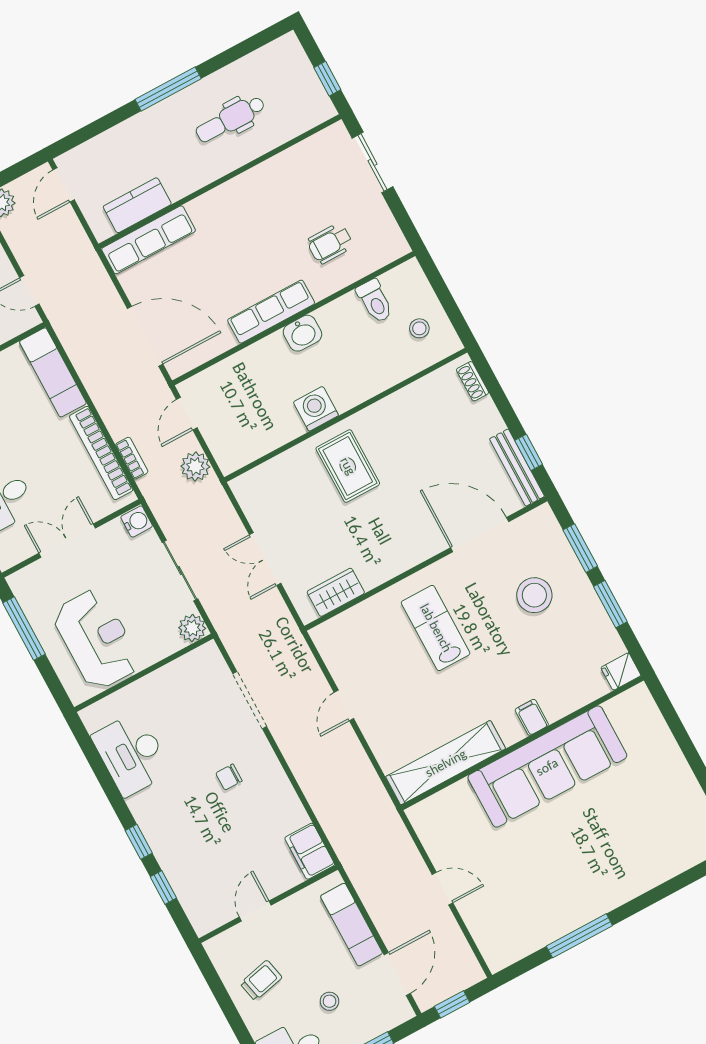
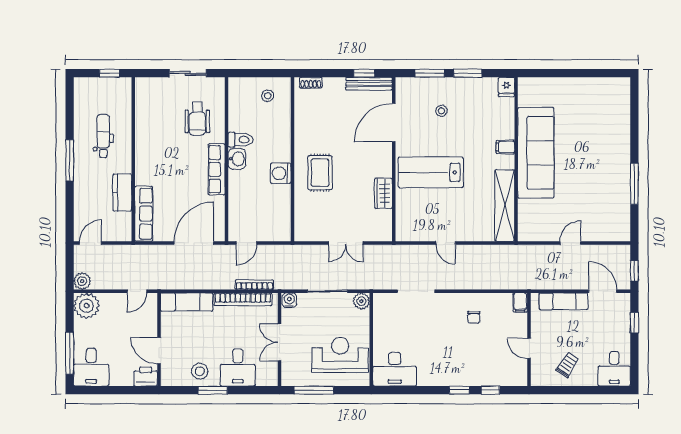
dental chair: (230, 119) -> (103, 136), turned 180
sliding door: (373, 162) -> (188, 73), moved
door: (64, 185) -> (90, 243), swing flipped
kitchen counter: (137, 205) -> (122, 192), moved
wheelchair: (330, 243) -> (197, 119), width x1.36, depth x1.37
toilet: (375, 301) -> (241, 140), moved
door: (187, 414) -> (246, 243), hinge flipped
bookcase: (132, 458) -> (254, 285), width x1.56
plant: (195, 466) -> (277, 253), removed
rug: (348, 466) -> (320, 173), turned 90
wardrobe: (336, 592) -> (383, 193), moved
stool: (534, 595) -> (441, 111), width x0.53, depth x0.53
lab bench: (436, 628) -> (431, 172), width x1.36, depth x1.39
desk: (131, 754) -> (395, 369), moved
chair: (229, 777) -> (474, 317), moved
filing cabinet: (310, 851) -> (520, 303), width x0.50
trolley: (261, 980) -> (567, 365), turned 46
stool: (329, 1001) -> (598, 335), removed

